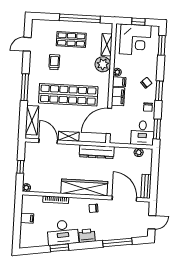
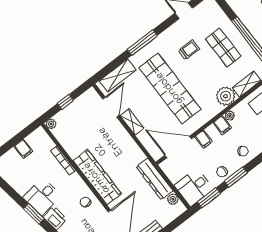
window: (159, 91) -> (236, 177), moved
filing cabinet: (118, 97) -> (203, 139), width x0.50
dresser: (97, 152) -> (155, 179), moved
desk: (63, 232) -> (42, 196), width x0.73
window: (59, 248) -> (34, 214), moved

